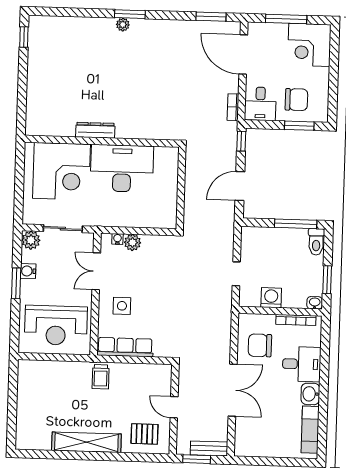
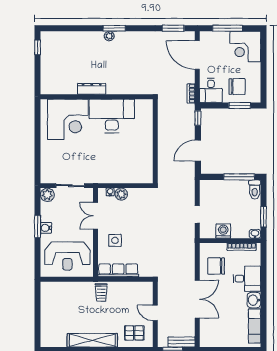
dresser: (95, 130) -> (92, 89), moved
wall: (102, 141) -> (97, 97), moved
desk: (122, 168) -> (112, 116), moved
corner desk: (61, 171) -> (68, 119), moved
water cooler: (28, 271) -> (46, 228), moved

